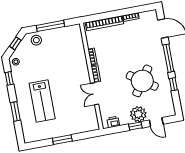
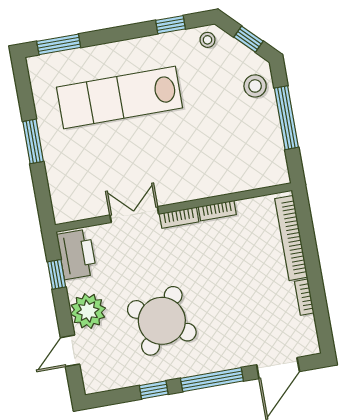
lab bench: (42, 101) -> (120, 98), width x1.36
window: (15, 111) -> (59, 44), moved
printer: (113, 122) -> (77, 254), width x1.87, depth x1.48
window: (135, 126) -> (57, 274), moved

